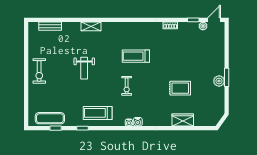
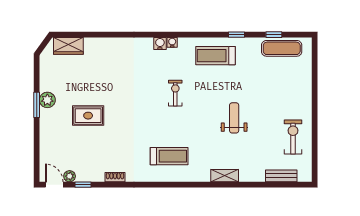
door: (214, 20) -> (54, 185), swing flipped
treadmill: (136, 56) -> (169, 156), moved
exercise bike: (39, 71) -> (293, 137), moved
rug: (180, 88) -> (88, 116), moved
treadmill: (98, 113) -> (216, 56), turned 180
wardrobe: (183, 120) -> (68, 46), moved

